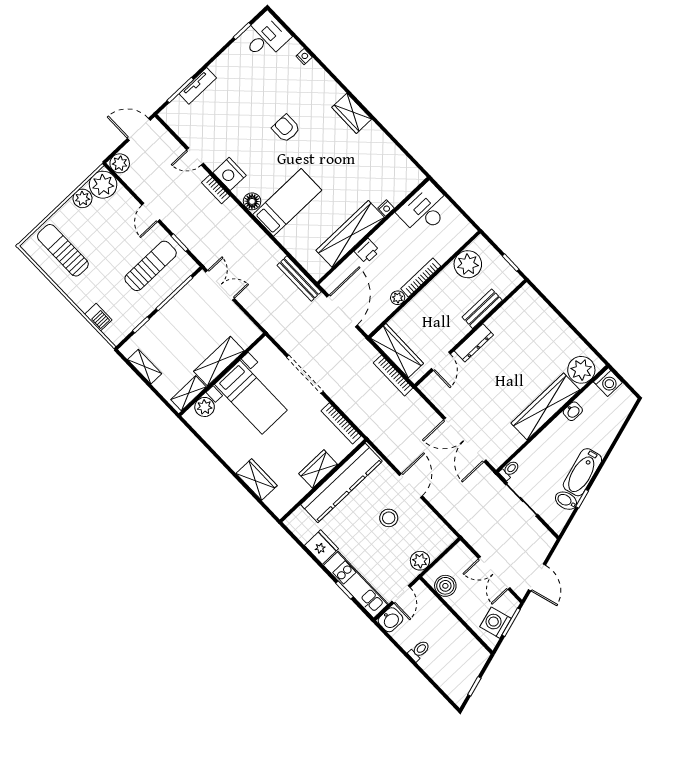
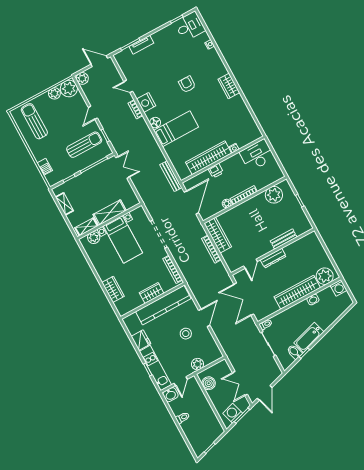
bench: (482, 309) -> (284, 239), moved
wall: (470, 333) -> (273, 252), moved
dresser: (474, 343) -> (273, 258), moved
door: (441, 361) -> (251, 264), moved

